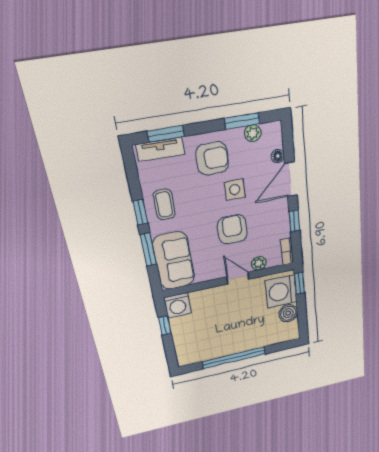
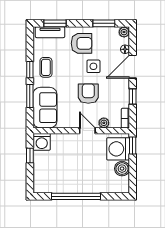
plant: (253, 133) -> (124, 32), moved

